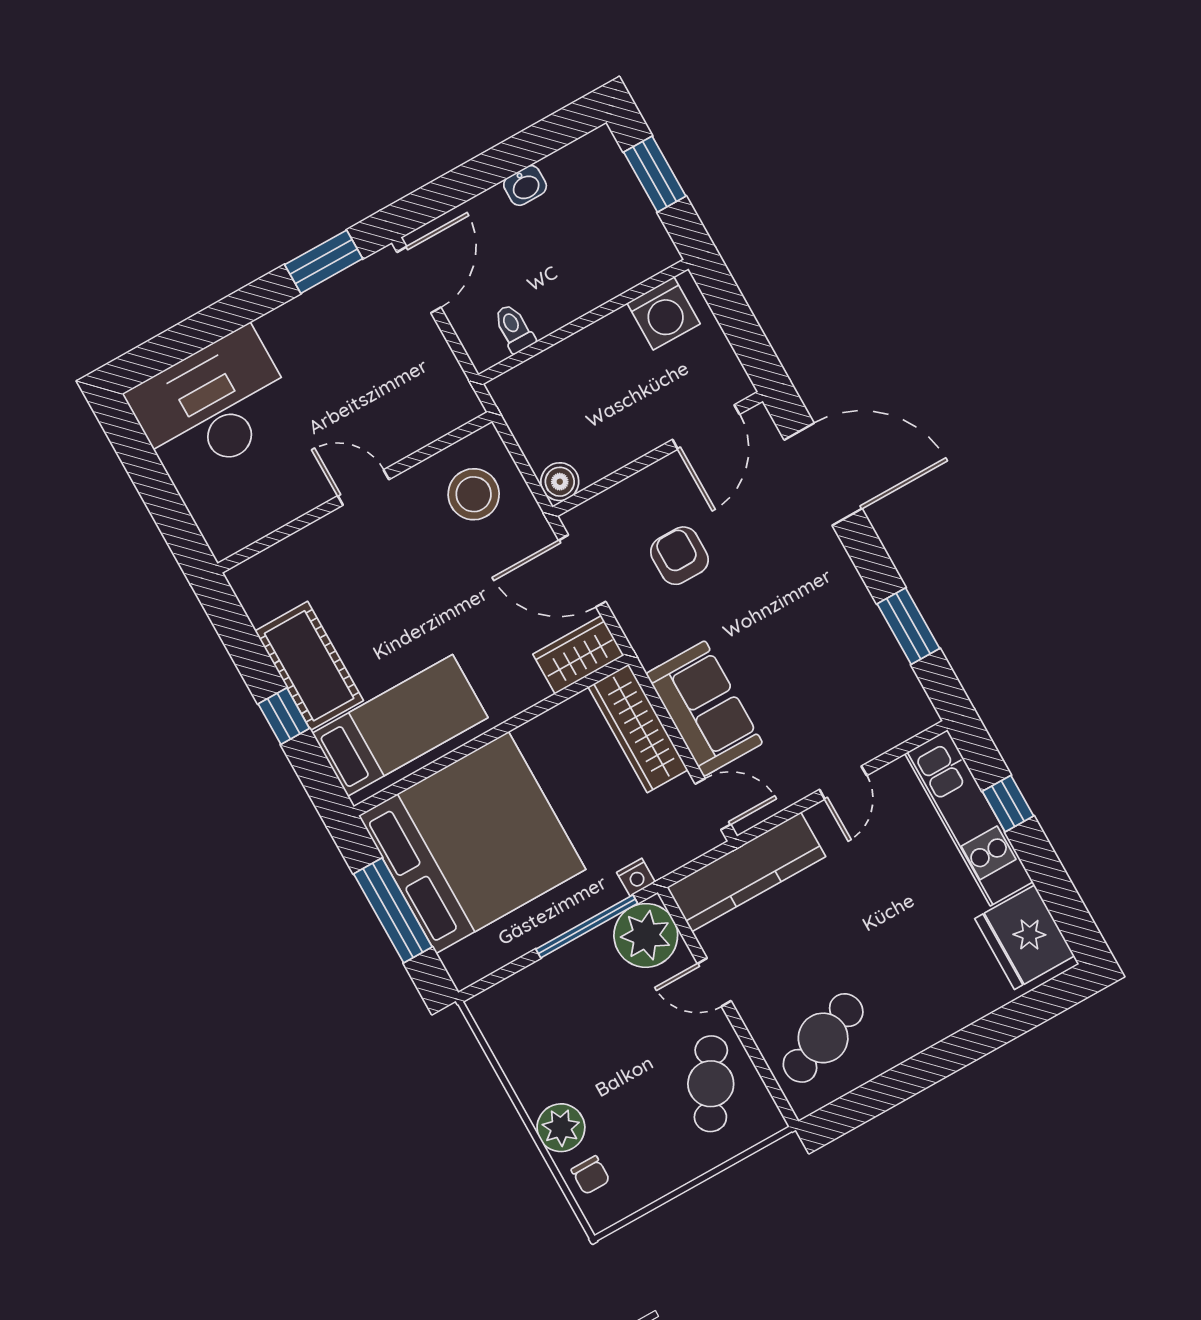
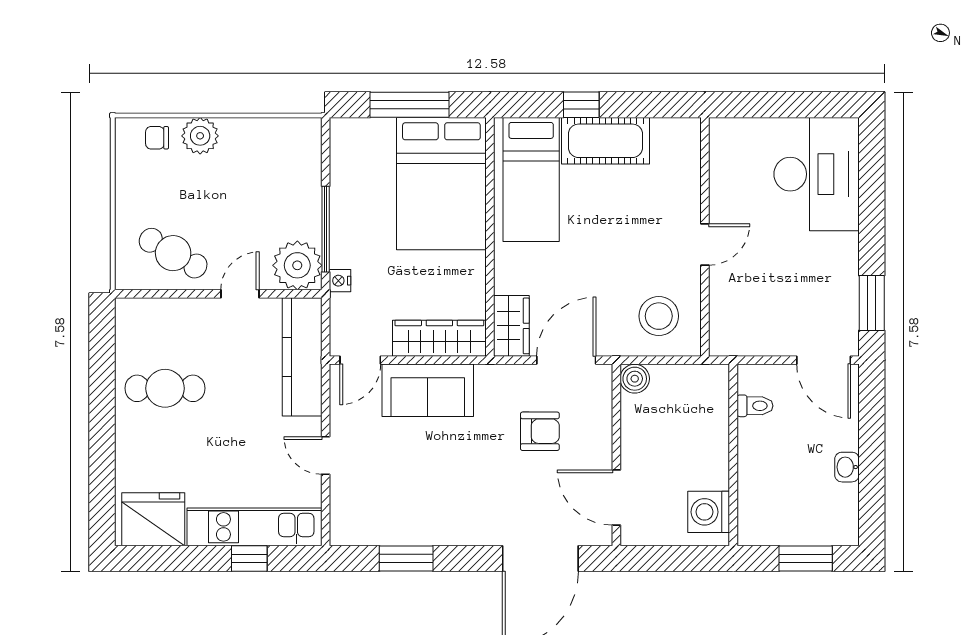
bed: (472, 843) -> (441, 184), width x0.73
cafe table: (823, 1038) -> (165, 388), moved, turned -69

